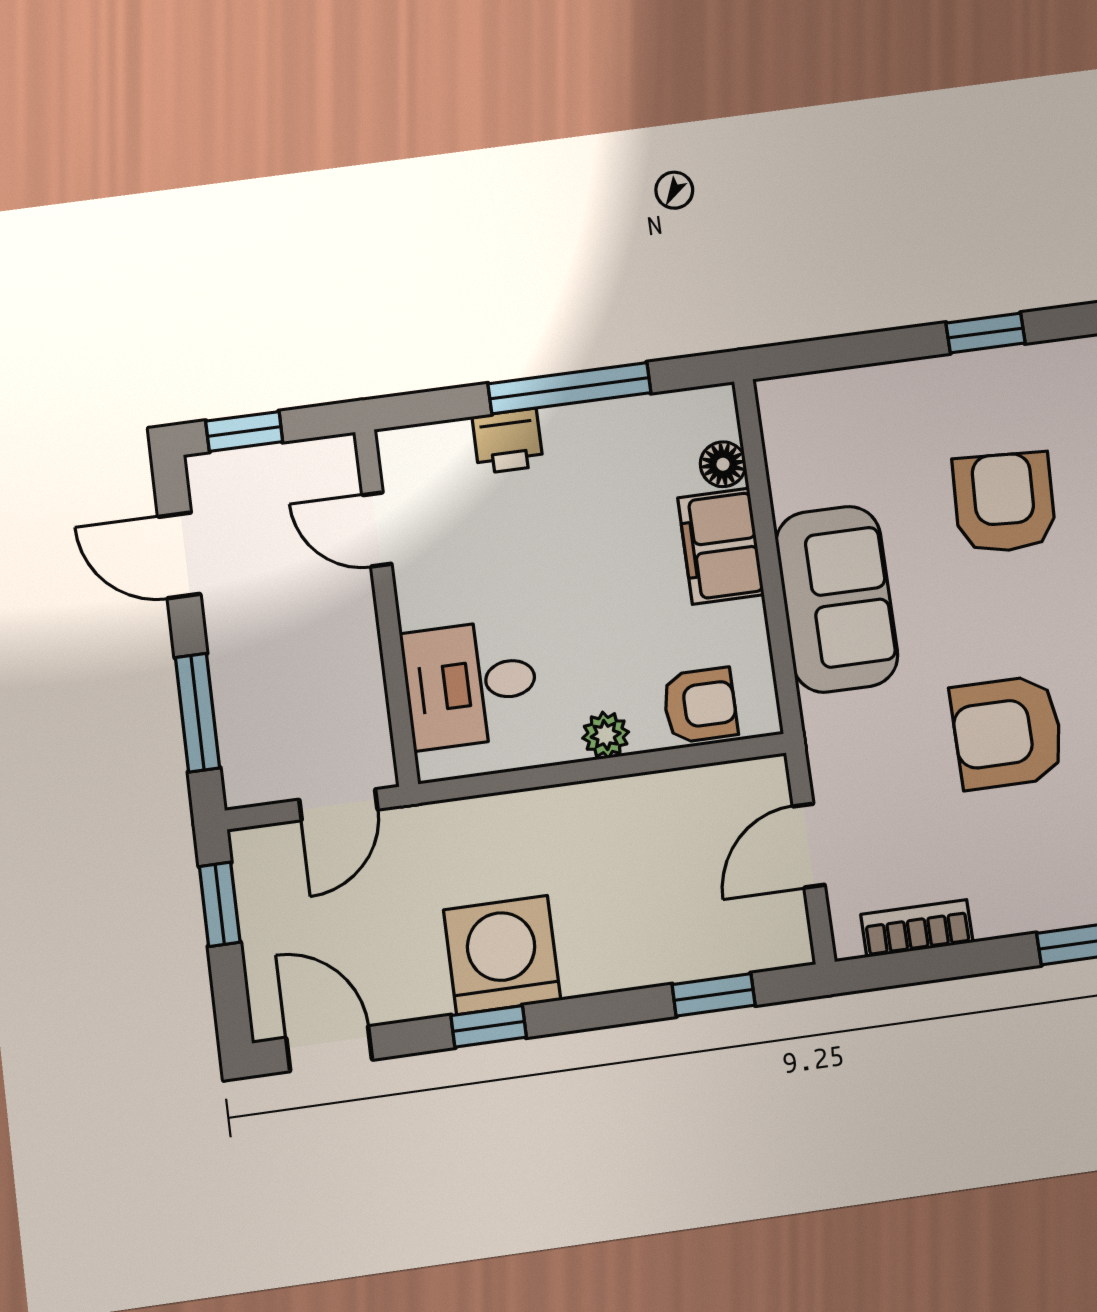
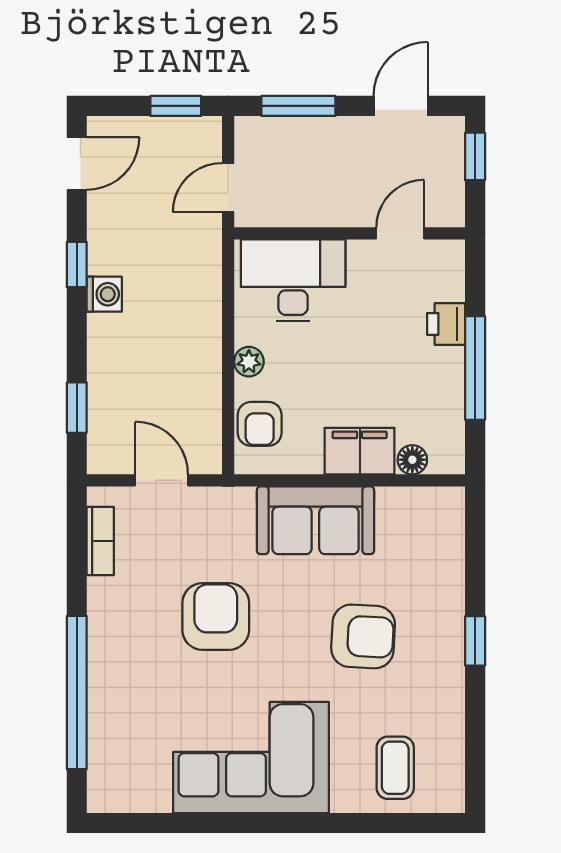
desk: (471, 684) -> (293, 280), width x1.37
door: (338, 805) -> (228, 188), hinge flipped
washing machine: (502, 955) -> (104, 294), width x0.53, depth x0.53

